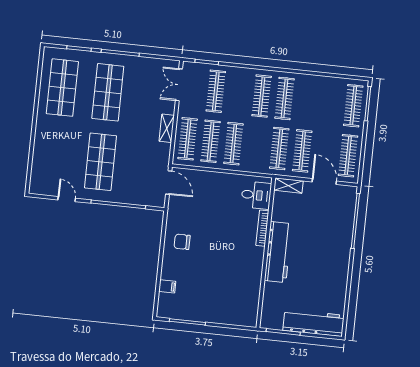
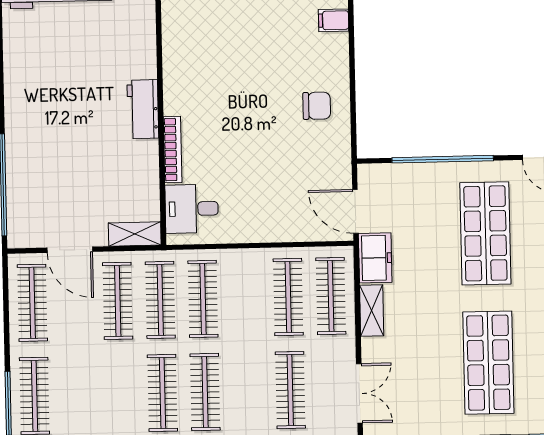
clothes rail: (233, 144) -> (203, 299), moved
freezer: (161, 156) -> (375, 258), added
workbench: (278, 252) -> (143, 109), width x0.53, depth x0.76

